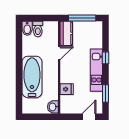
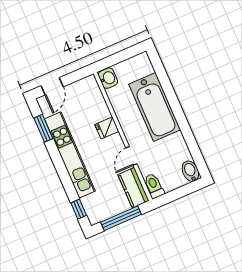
toilet: (38, 29) -> (154, 186), moved
window: (106, 58) -> (79, 209), moved
kitchen unit: (96, 70) -> (70, 155), width x1.36
fridge: (67, 89) -> (107, 128), moved

